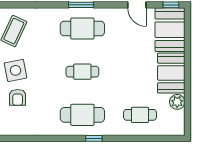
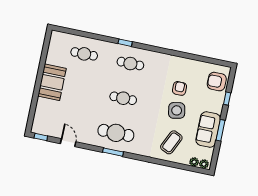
booth: (170, 30) -> (46, 117), removed
plant: (177, 102) -> (52, 58), removed
cafe table: (82, 115) -> (130, 64), width x0.73, depth x0.74

